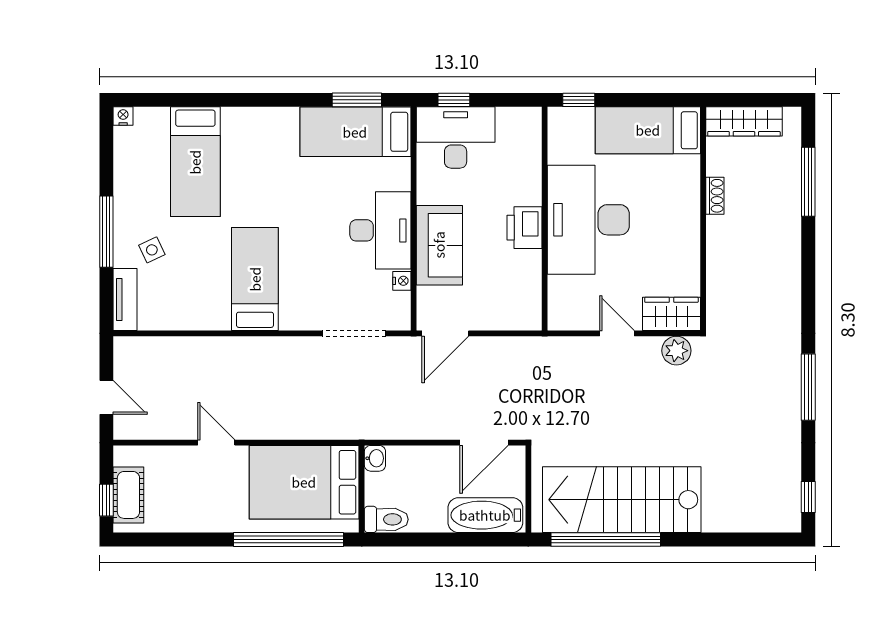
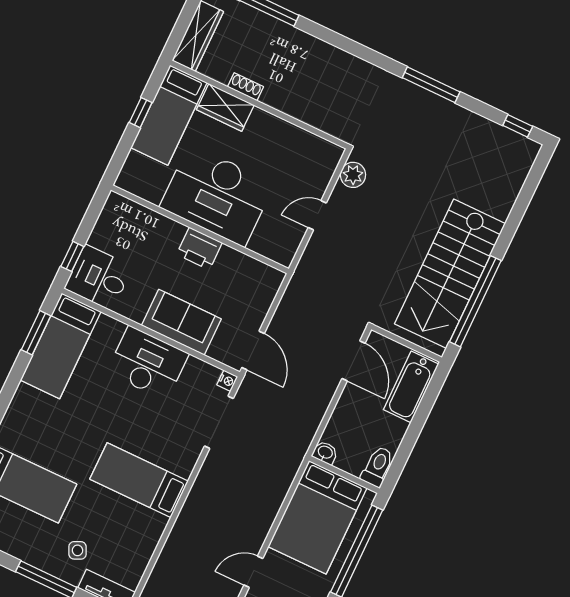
window: (579, 100) -> (141, 113), moved
desk: (456, 137) -> (99, 278), width x0.73
nightstand: (402, 281) -> (227, 381), moved, turned 90
wardrobe: (671, 314) -> (225, 107), moved, turned -90

